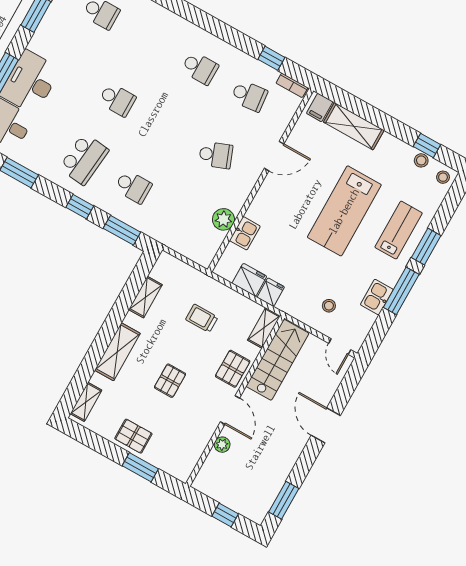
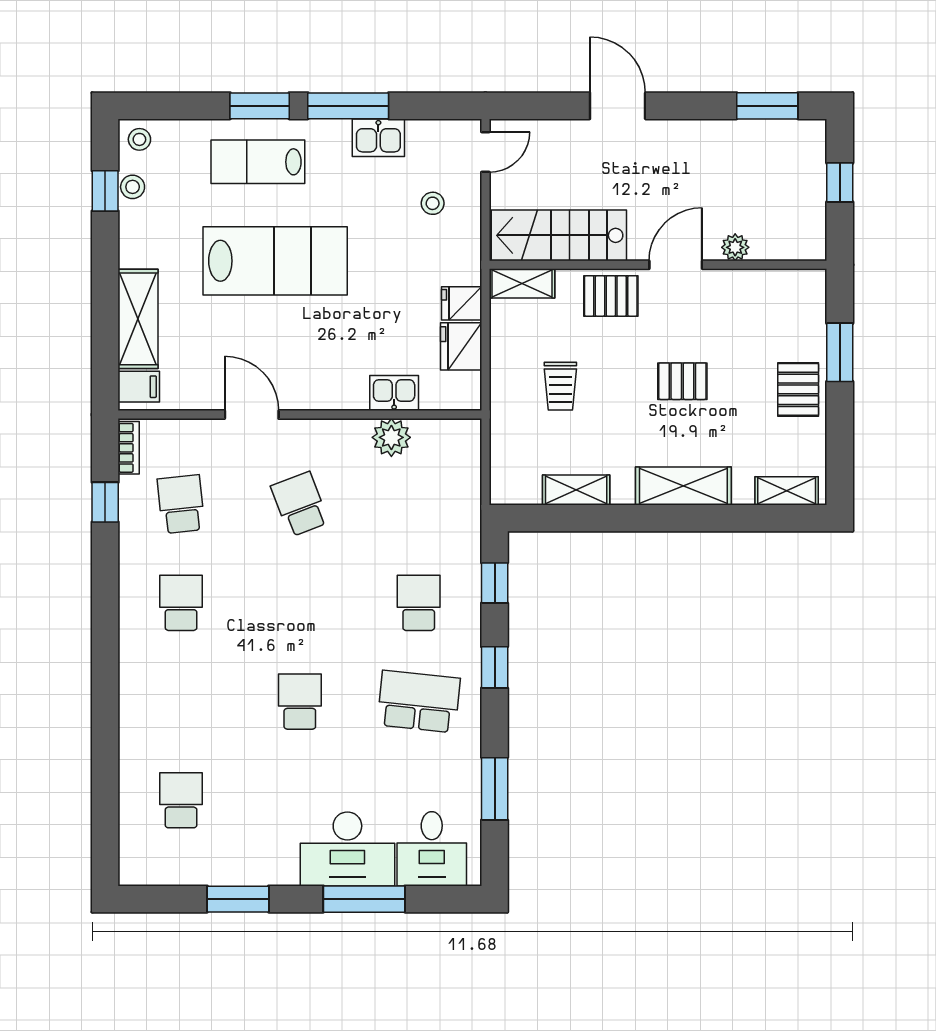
window: (122, 230) -> (495, 583), width x0.67
door: (326, 425) -> (618, 106), swing flipped

